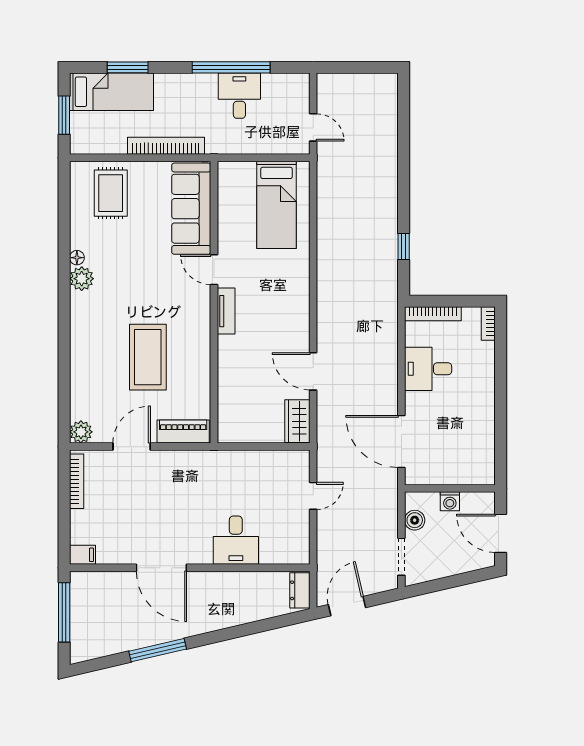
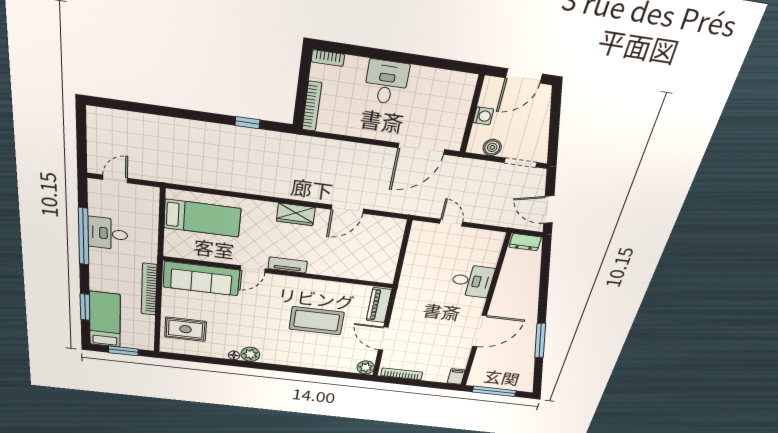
door: (313, 127) -> (115, 179), moved
desk: (428, 369) -> (386, 82), moved, turned 180
wardrobe: (297, 421) -> (296, 214), moved

